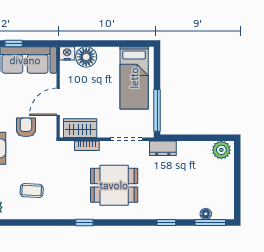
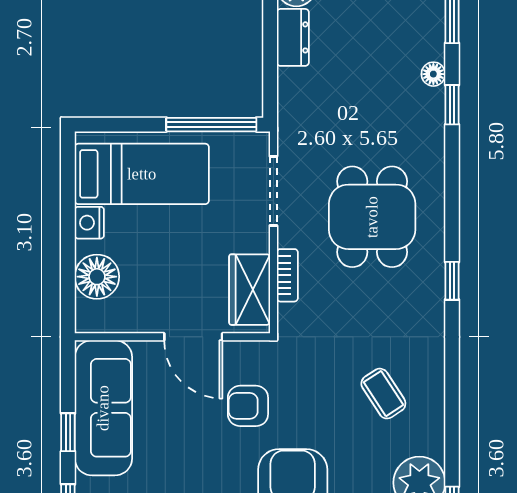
nightstand: (67, 53) -> (89, 223), moved
dresser: (163, 148) -> (293, 37), moved
coffee table: (32, 191) -> (383, 394), turned -36
floor lamp: (206, 214) -> (433, 74), moved

